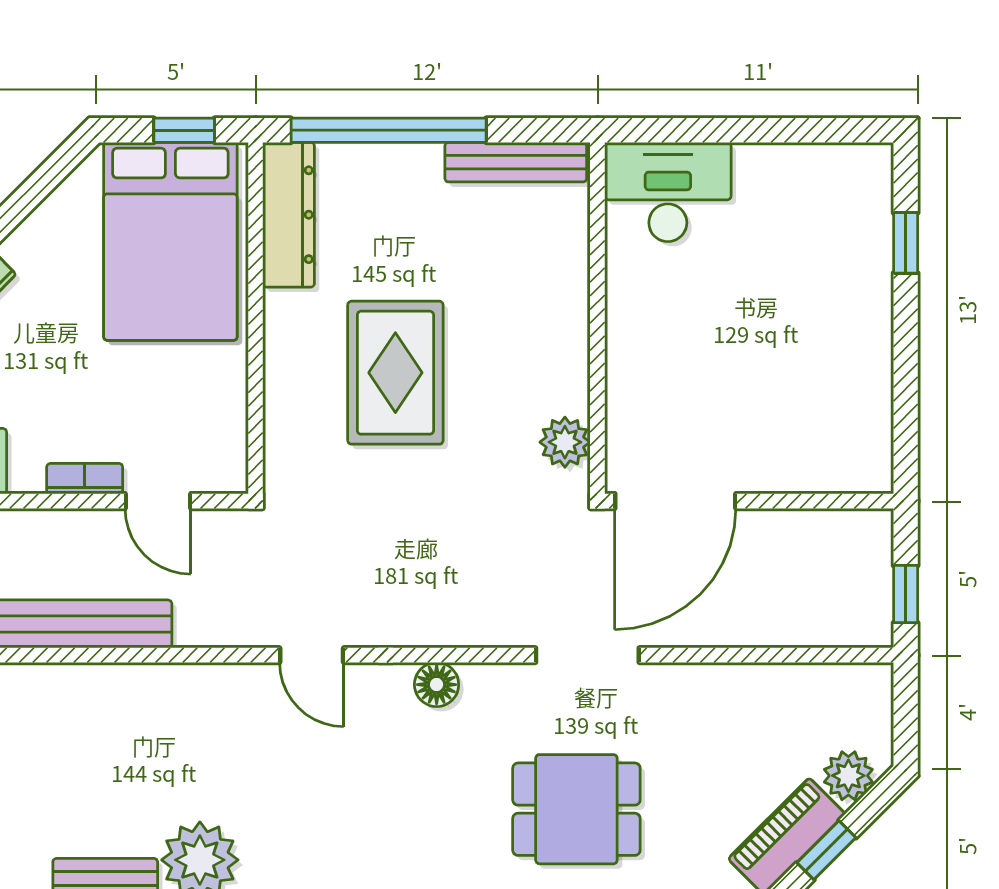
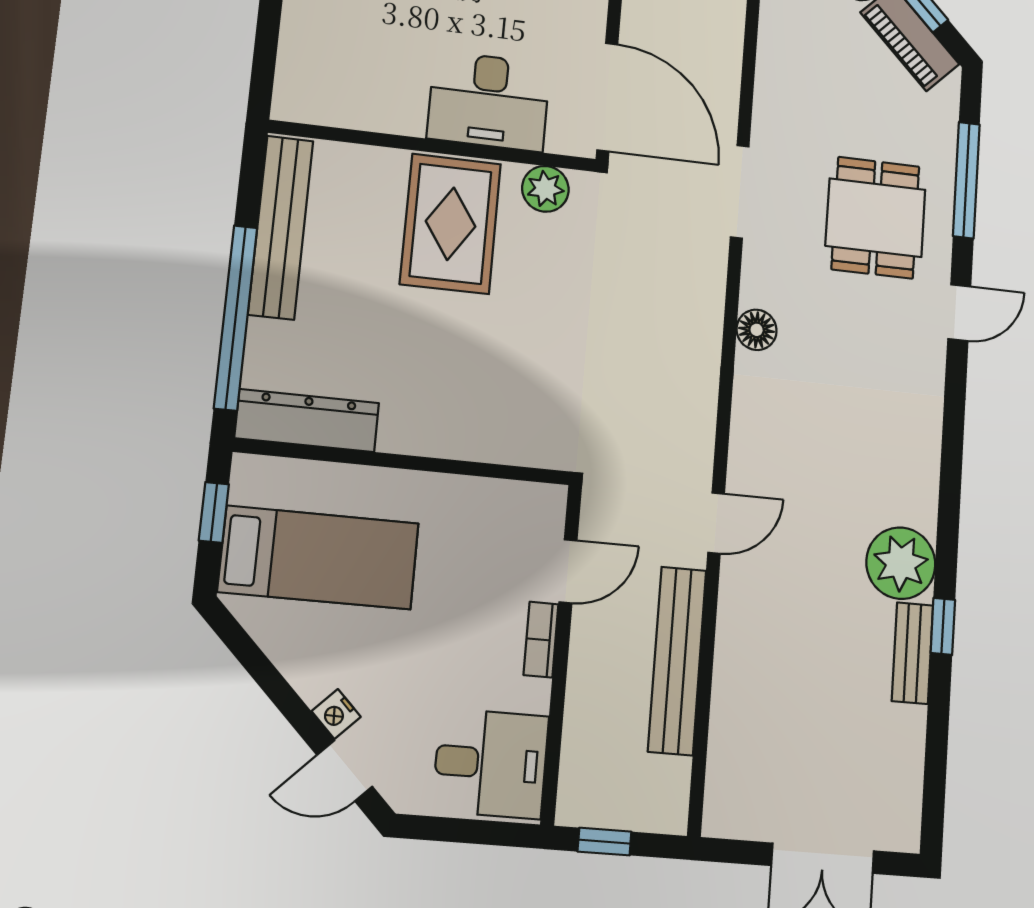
bench: (516, 162) -> (281, 227), width x1.37, depth x1.21
desk: (668, 192) -> (489, 101), moved, turned -90
bed: (170, 241) -> (319, 558), width x0.67
rug: (395, 373) -> (451, 224), moved, turned 90
door: (312, 655) -> (716, 523), moved

